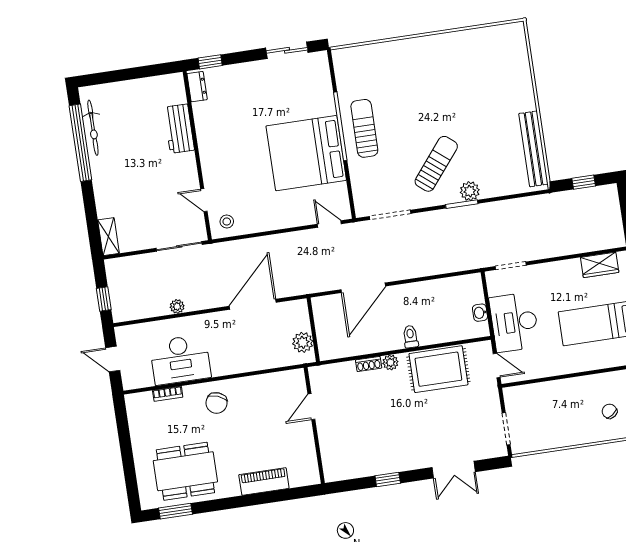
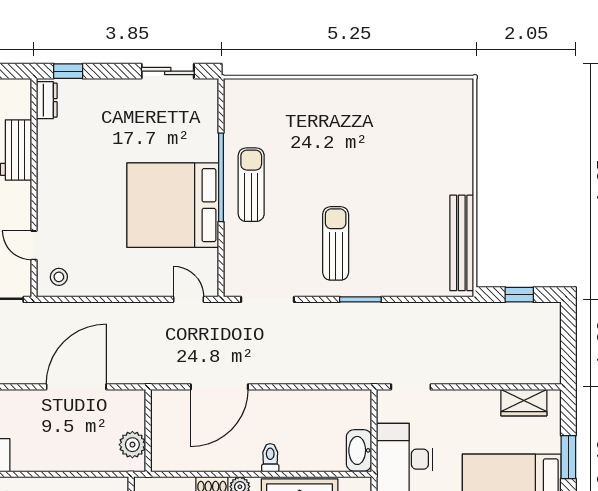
sun lounger: (436, 164) -> (336, 243), turned -39
plant: (470, 191) -> (373, 284), removed
washbasin: (480, 313) -> (359, 450), width x1.91, depth x1.45

